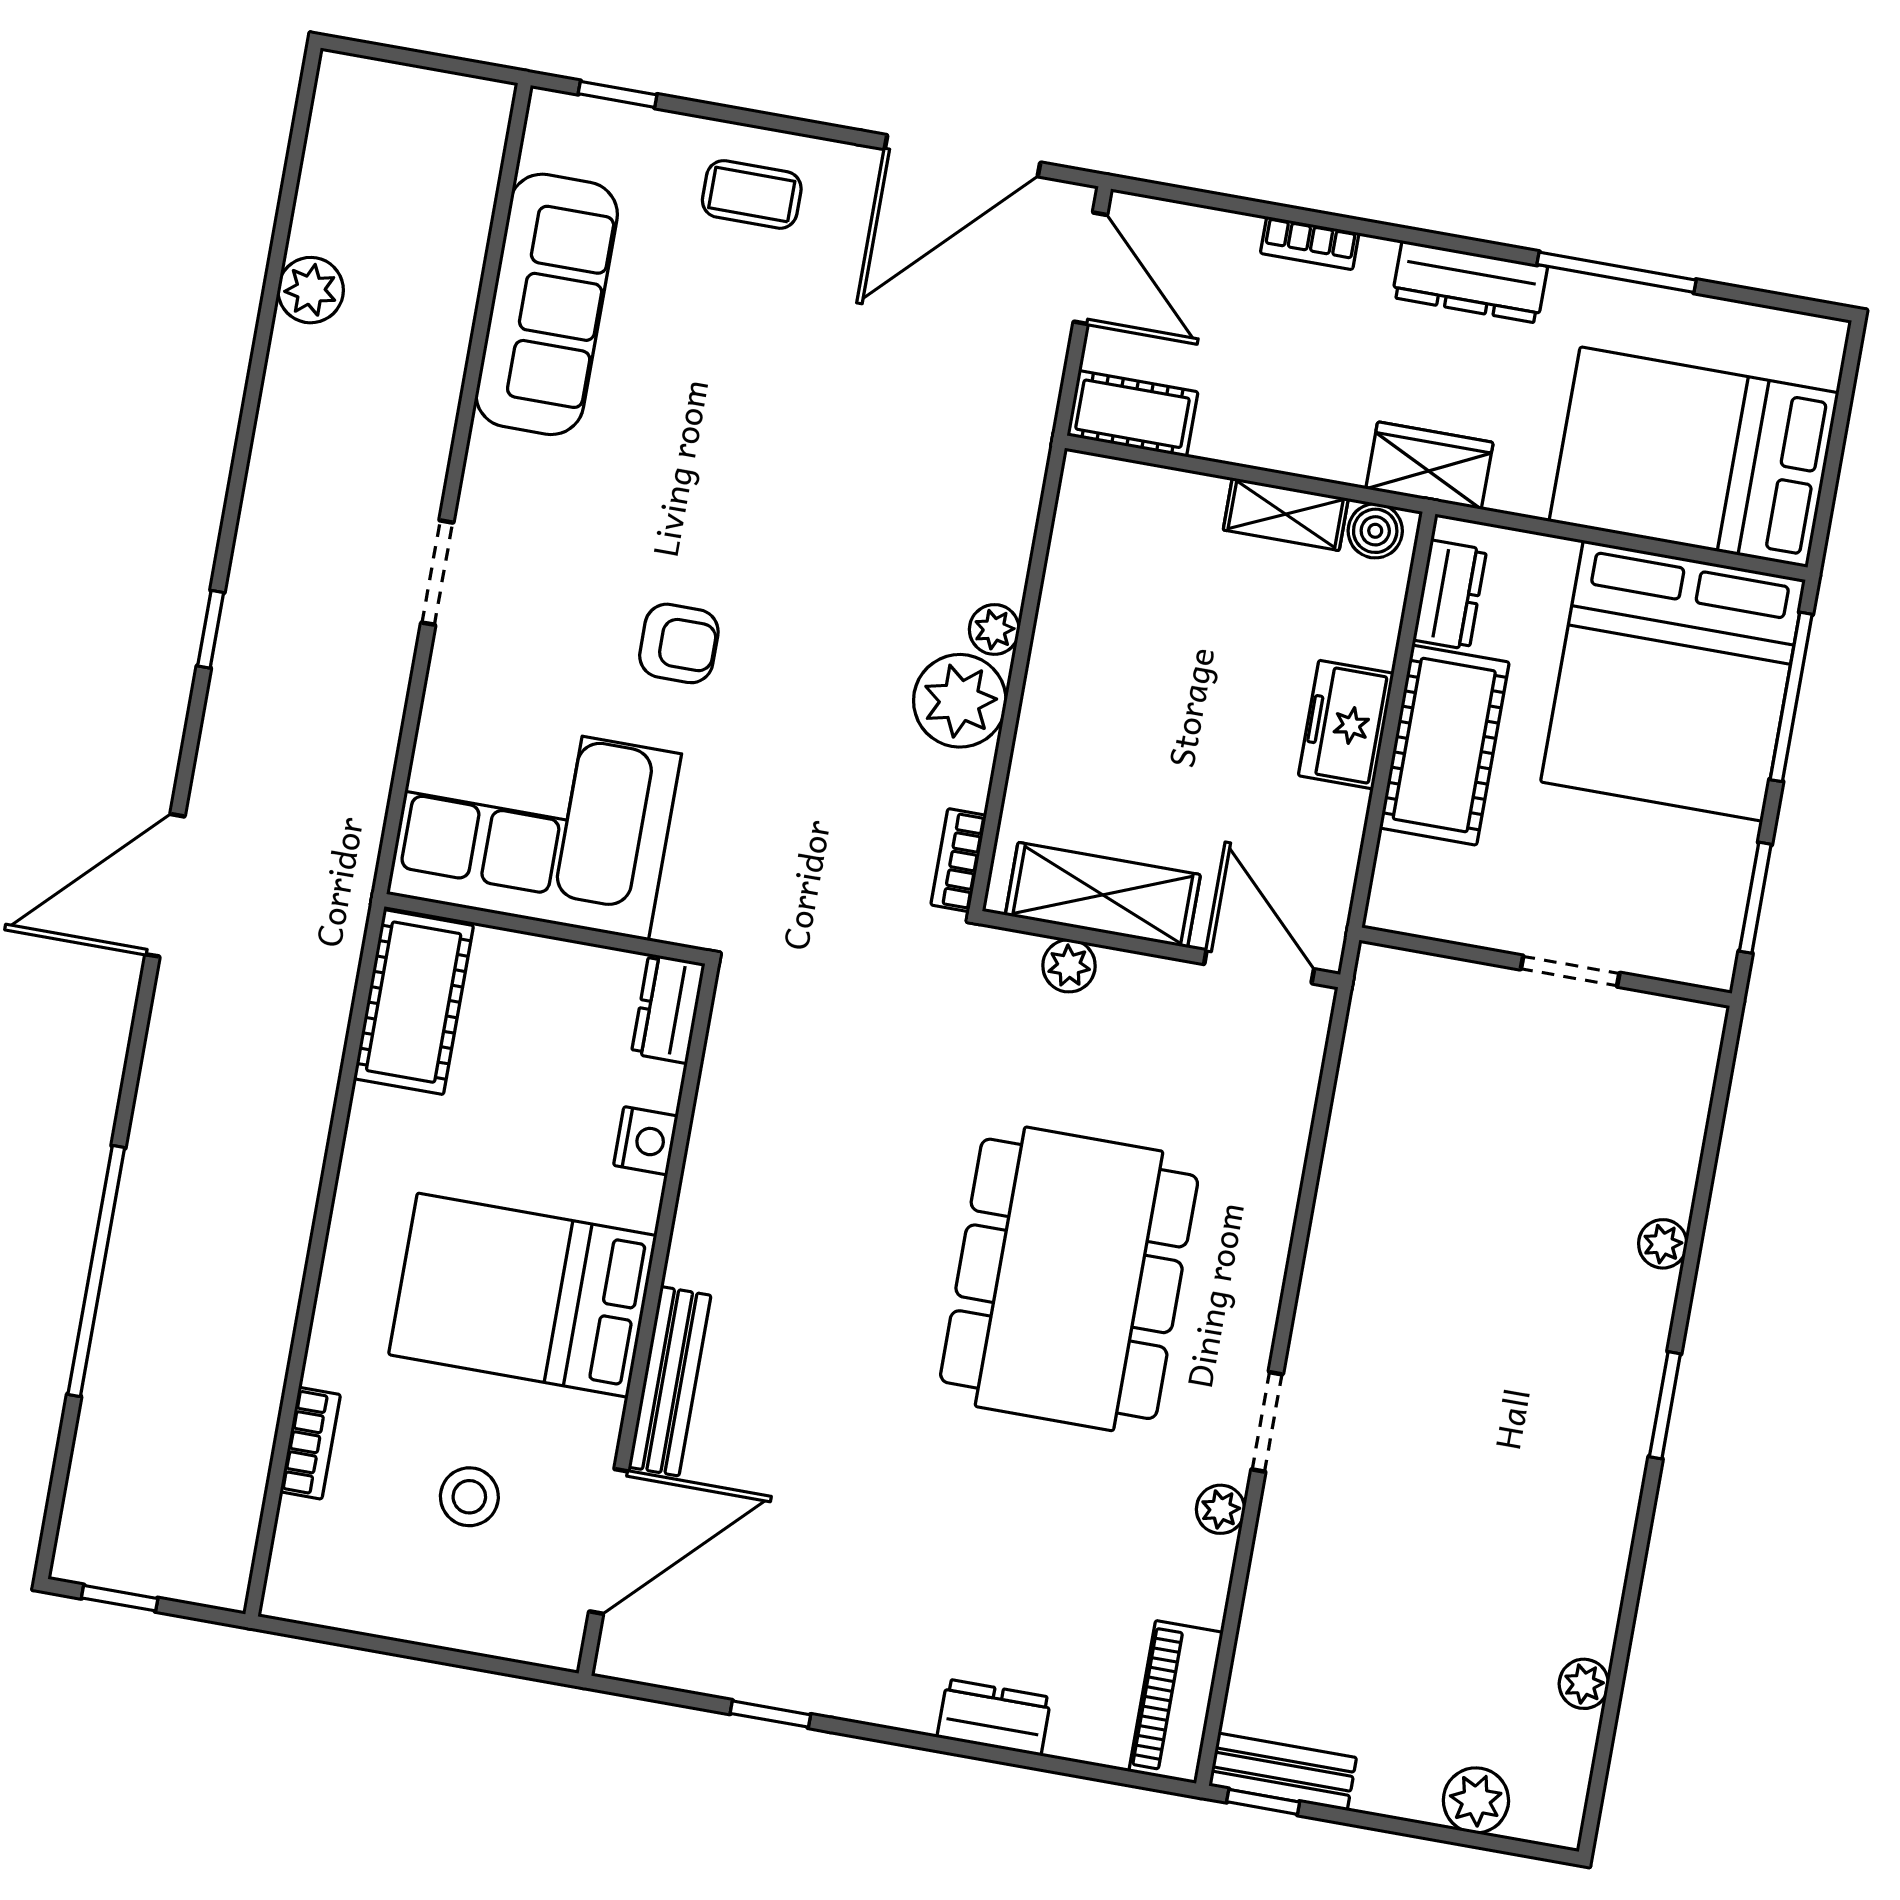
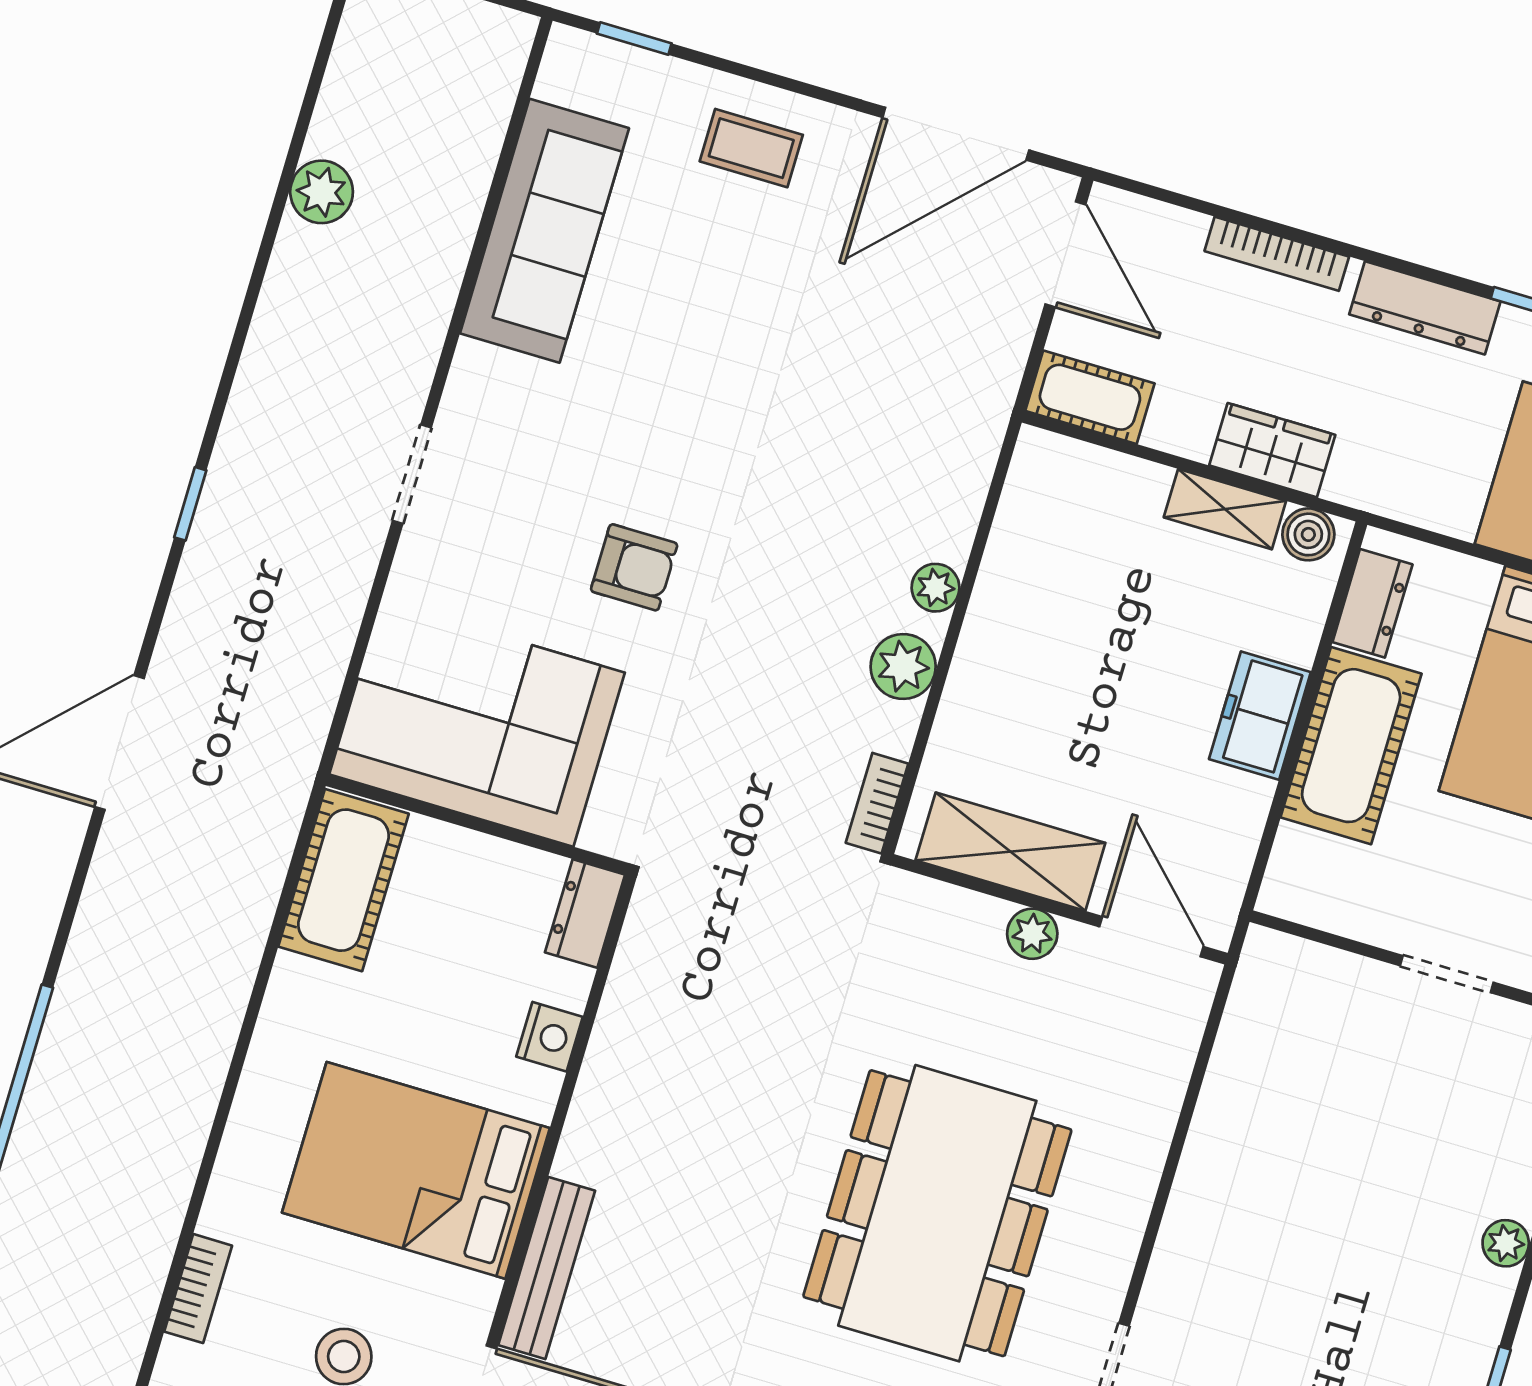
bookcase: (1310, 243) -> (1277, 254), width x1.56
wardrobe: (1429, 466) -> (1272, 450), moved
plant: (960, 701) -> (903, 667), width x0.73, depth x0.73
plant: (1069, 966) -> (1032, 934), moved

